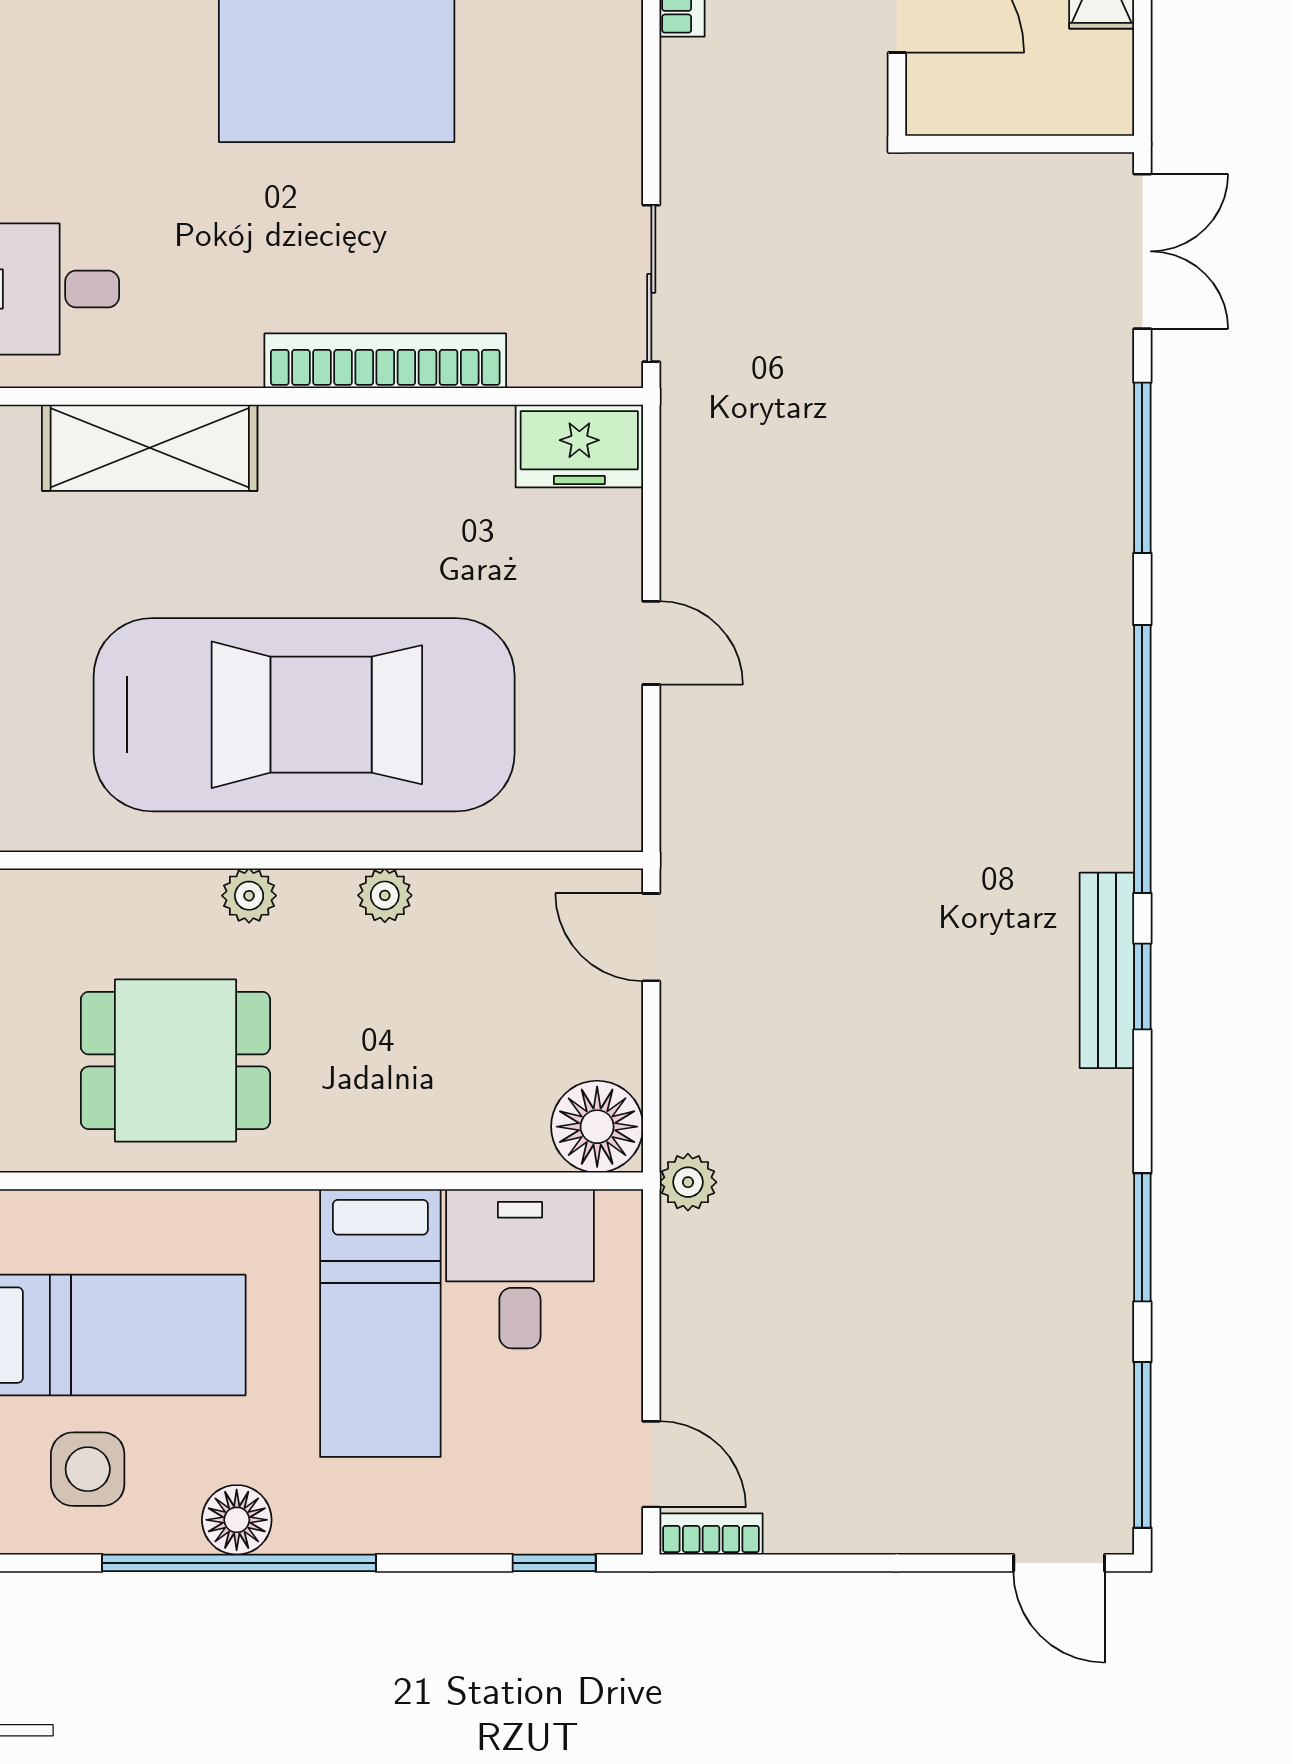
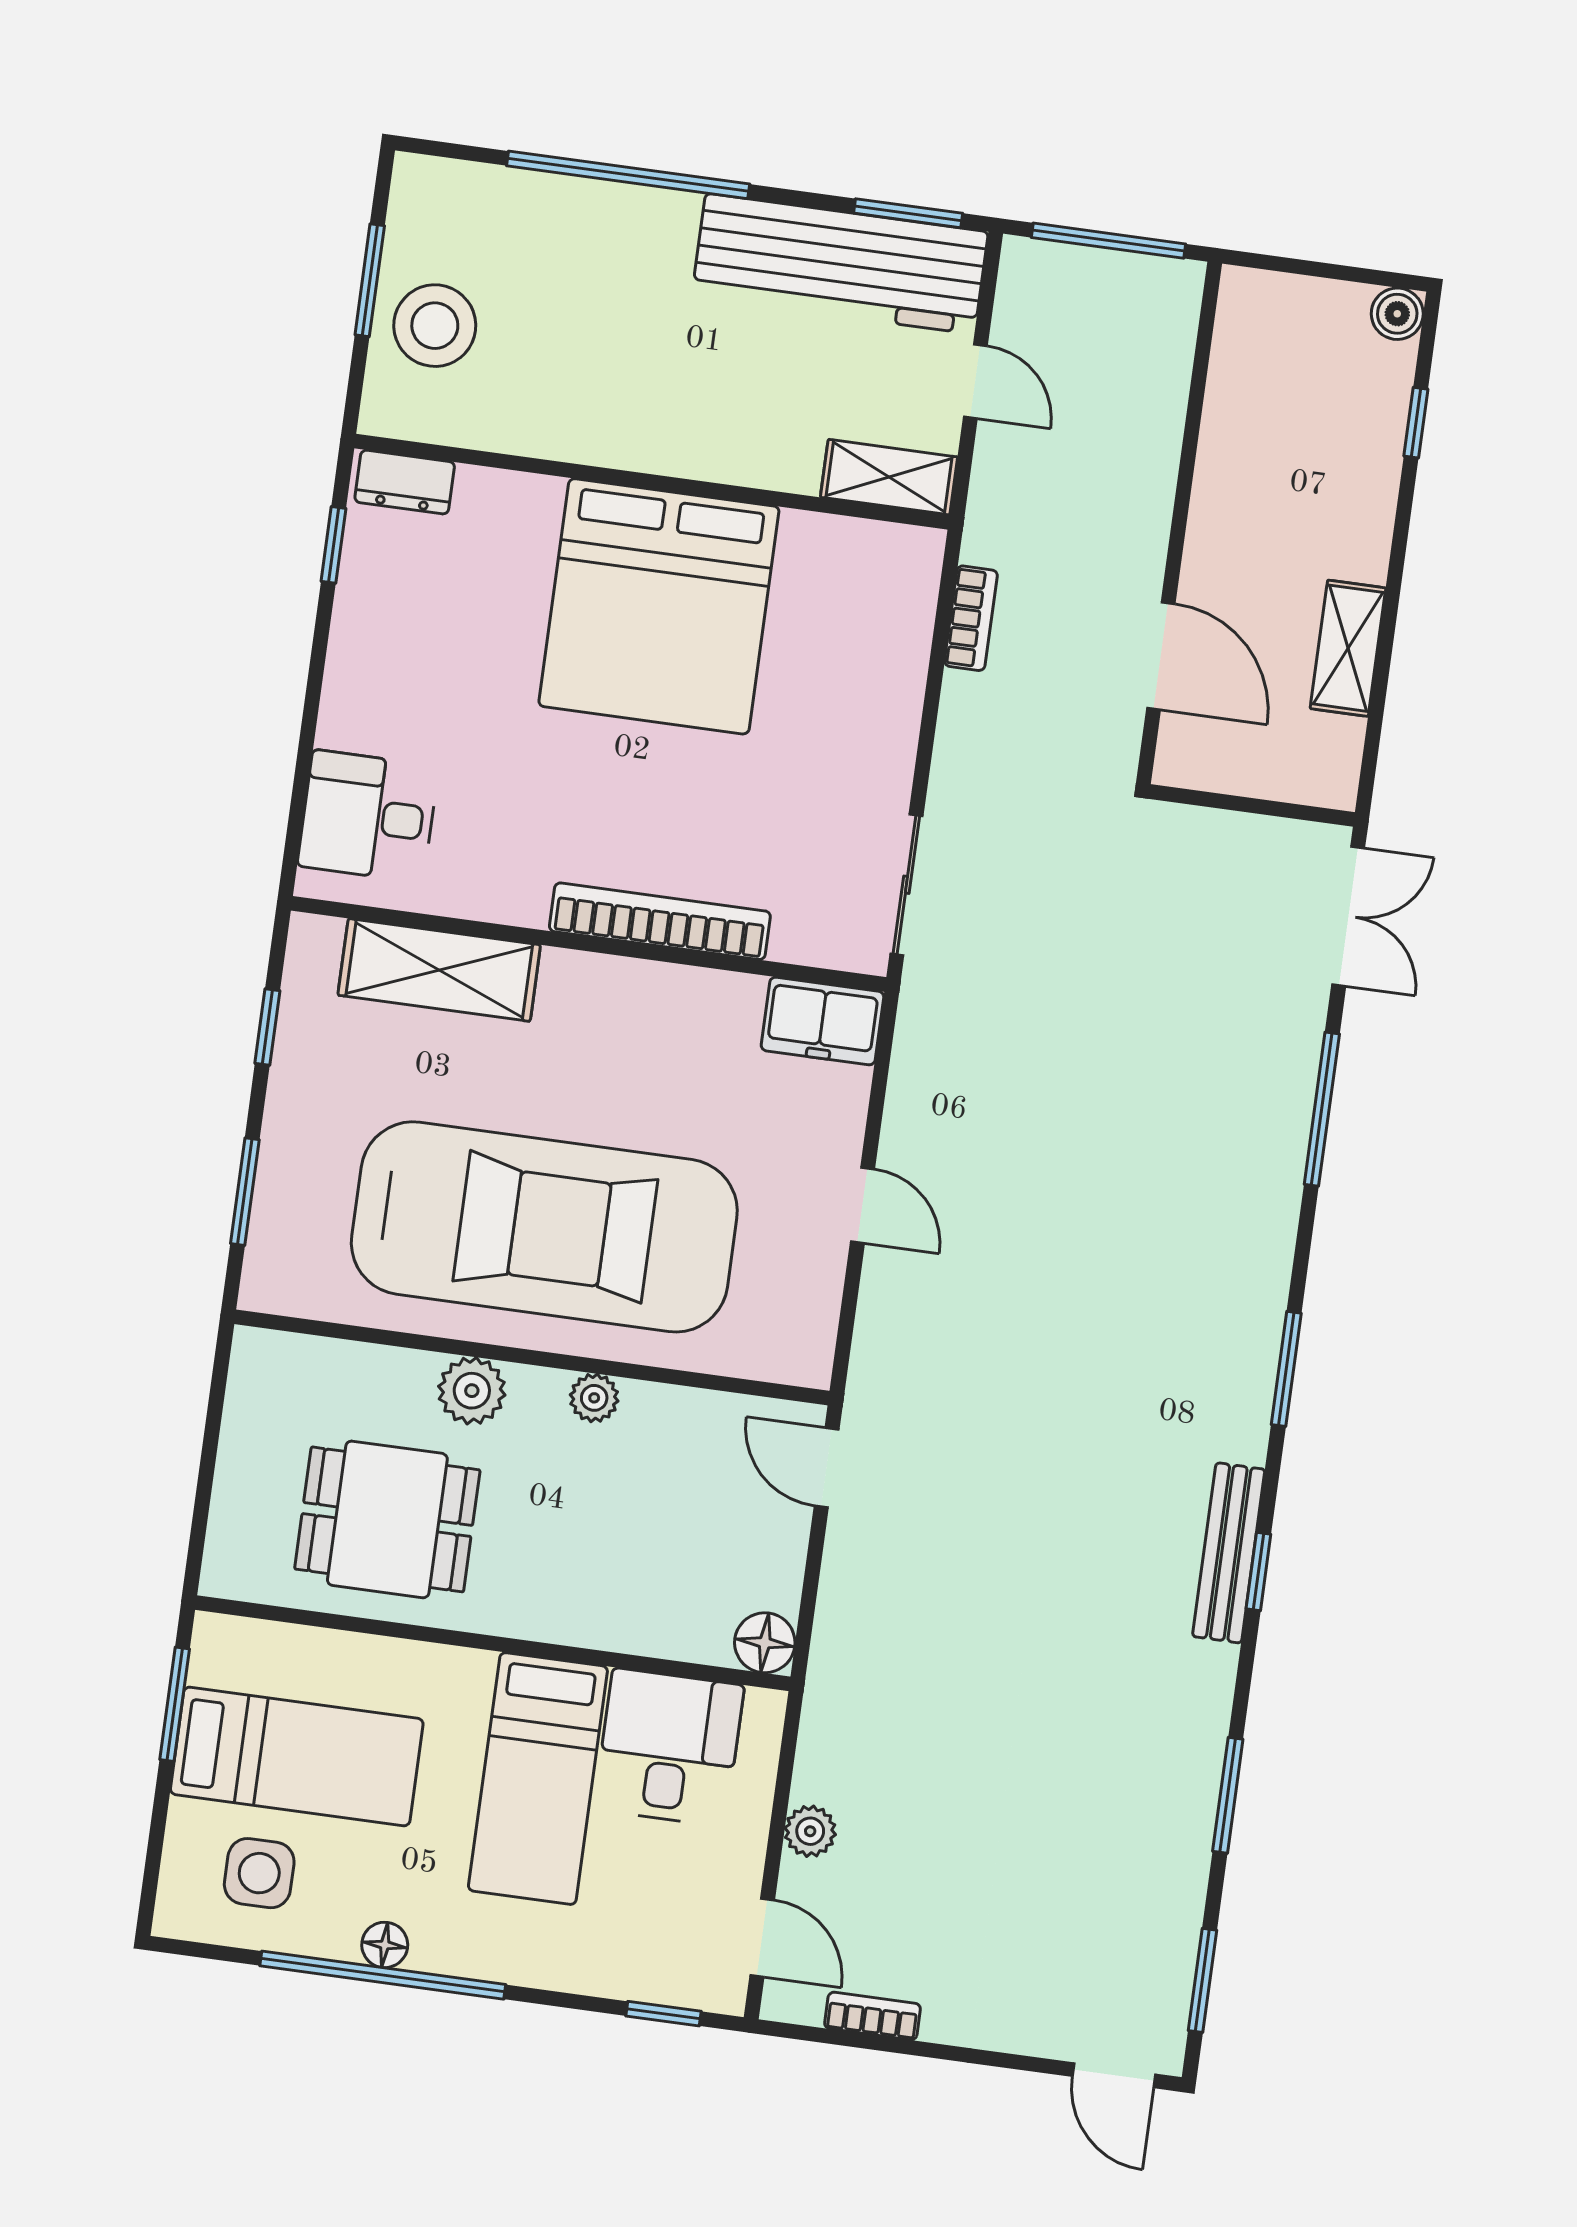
window: (1142, 759) -> (1286, 1369), width x0.47
plant: (249, 896) -> (472, 1391), width x1.38, depth x1.38
floor lamp: (597, 1127) -> (765, 1643), width x0.73, depth x0.73
plant: (688, 1182) -> (810, 1831), moved
window: (1142, 1445) -> (1202, 1980), width x0.69
floor lamp: (237, 1520) -> (385, 1945), width x0.73, depth x0.73
bookcase: (711, 1534) -> (872, 2016), moved

